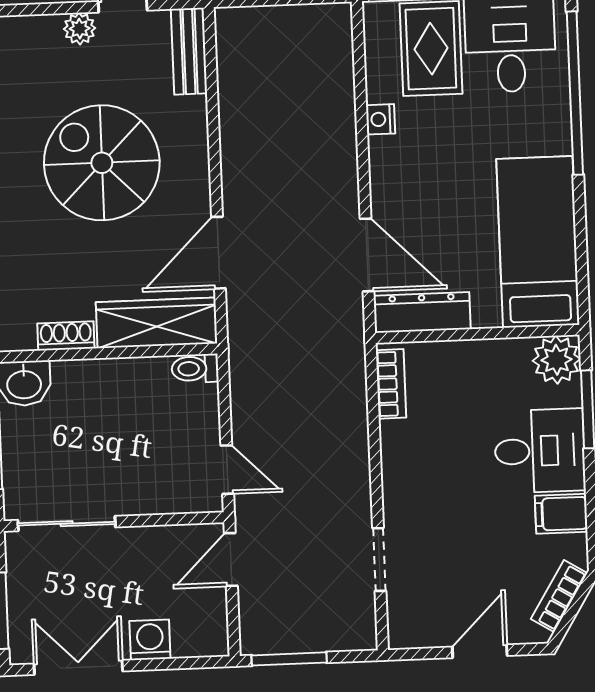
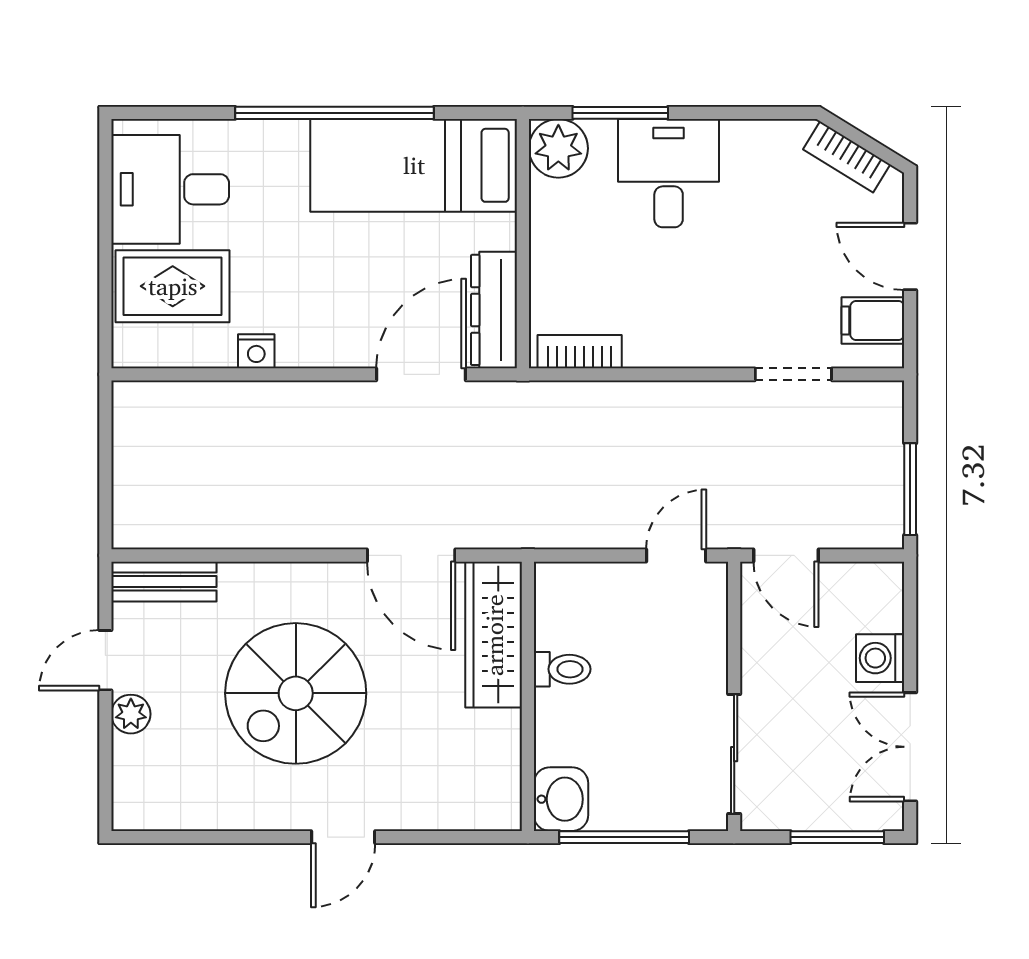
window: (575, 93) -> (335, 113), moved
shoe rack: (66, 336) -> (505, 746), removed
toilet: (195, 368) -> (562, 669), moved, turned -90
filing cabinet: (561, 514) -> (873, 320), moved, turned 90

